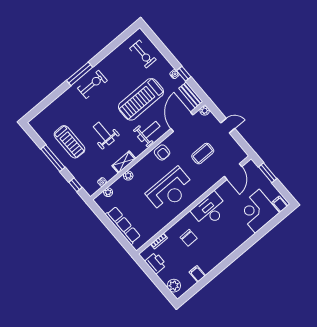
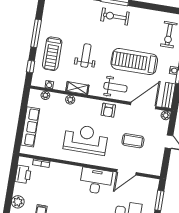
exercise bike: (92, 84) -> (115, 16), turned 180
treadmill: (70, 142) -> (52, 54), moved
door: (233, 172) -> (126, 172), moved
reception desk: (170, 190) -> (86, 139), turned 180
chair: (189, 238) -> (62, 183), removed

